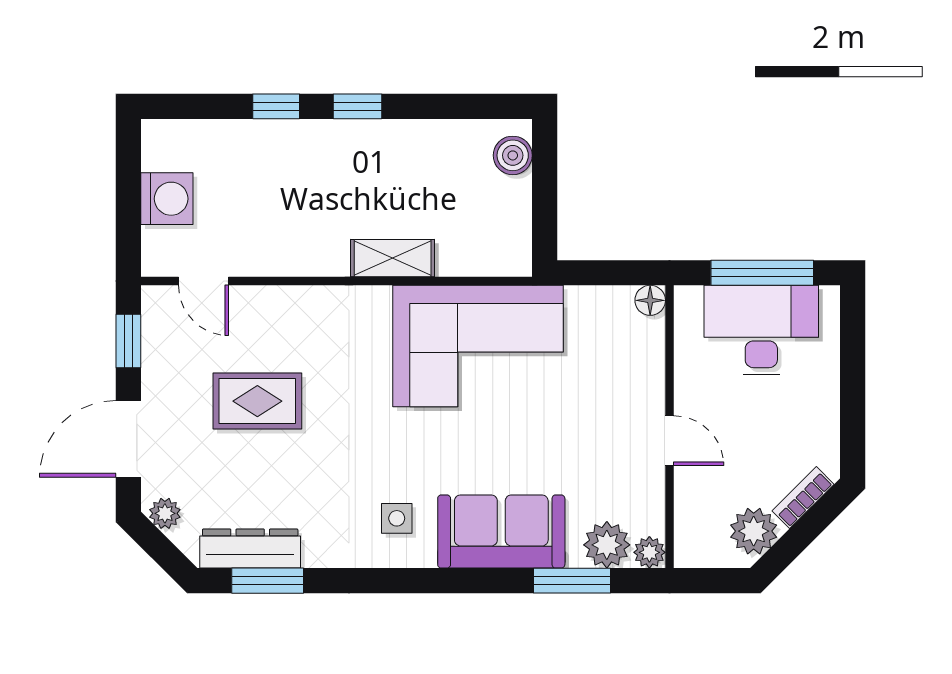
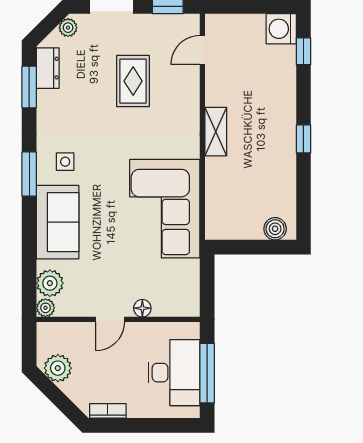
window: (276, 106) -> (303, 51), moved
washing machine: (167, 199) -> (281, 29), moved, turned 90
shelving: (393, 258) -> (216, 132), moved
floor lamp: (650, 300) -> (142, 308), moved
bookcase: (803, 498) -> (108, 411), moved, turned -45
dresser: (250, 549) -> (48, 68), width x0.70
window: (572, 581) -> (29, 174), moved

